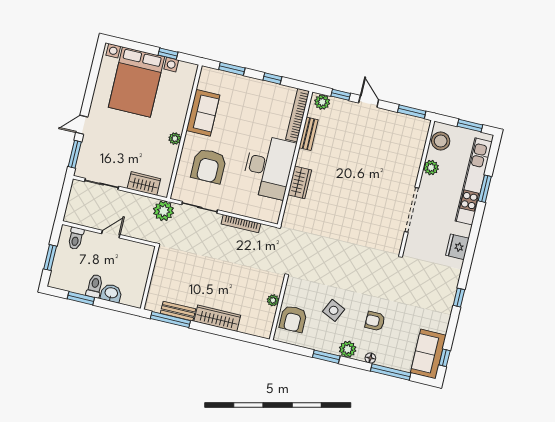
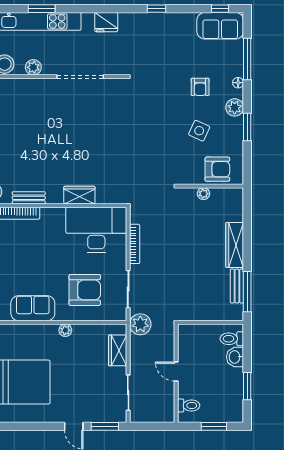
desk: (269, 167) -> (96, 230), moved
toilet: (95, 286) -> (232, 339), moved

